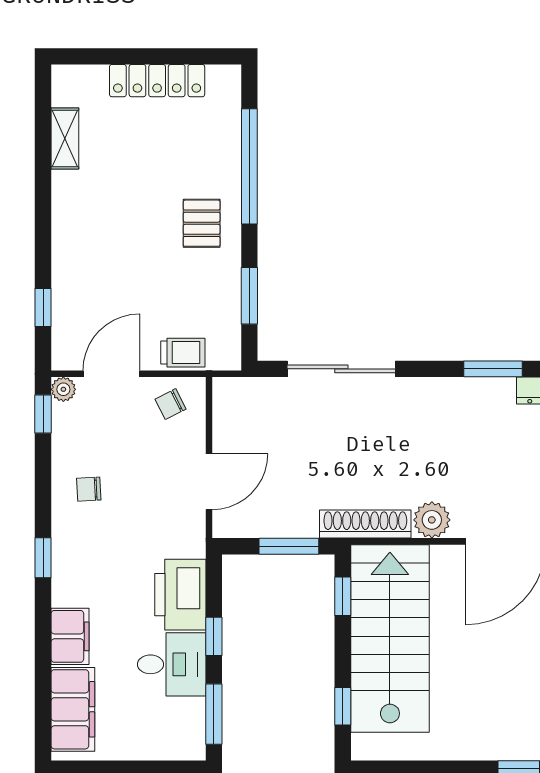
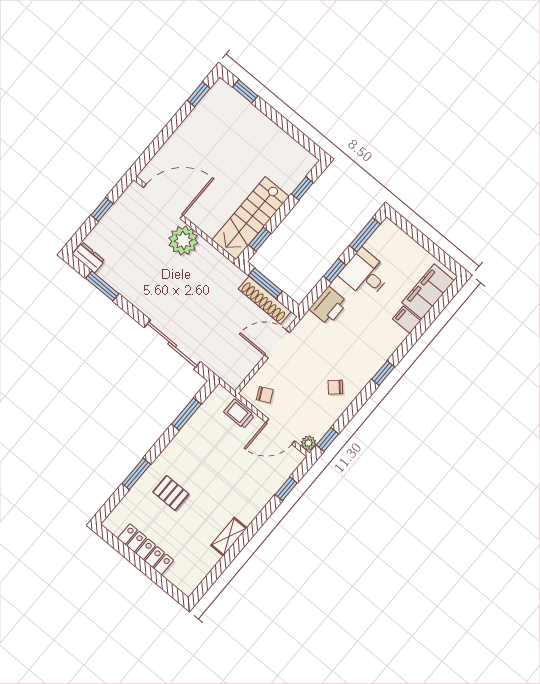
shelving: (65, 139) -> (229, 537), moved
window: (249, 166) -> (136, 474), width x0.47
pallet: (202, 223) -> (171, 493), moved, turned 90
chair: (89, 489) -> (335, 387), turned 141
plant: (432, 520) -> (183, 240), width x1.36, depth x1.36
shoe rack: (365, 524) -> (265, 300), moved
printer: (180, 595) -> (328, 306), width x0.73, depth x0.84
filing cabinet: (70, 636) -> (407, 320), width x0.50
stairs: (390, 638) -> (251, 218), width x0.73, depth x0.66

